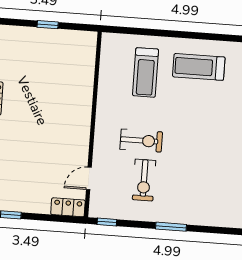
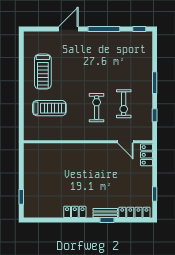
window: (48, 25) -> (21, 197), moved
exercise bike: (144, 180) -> (124, 104), turned 90
window: (107, 222) -> (155, 115), moved

